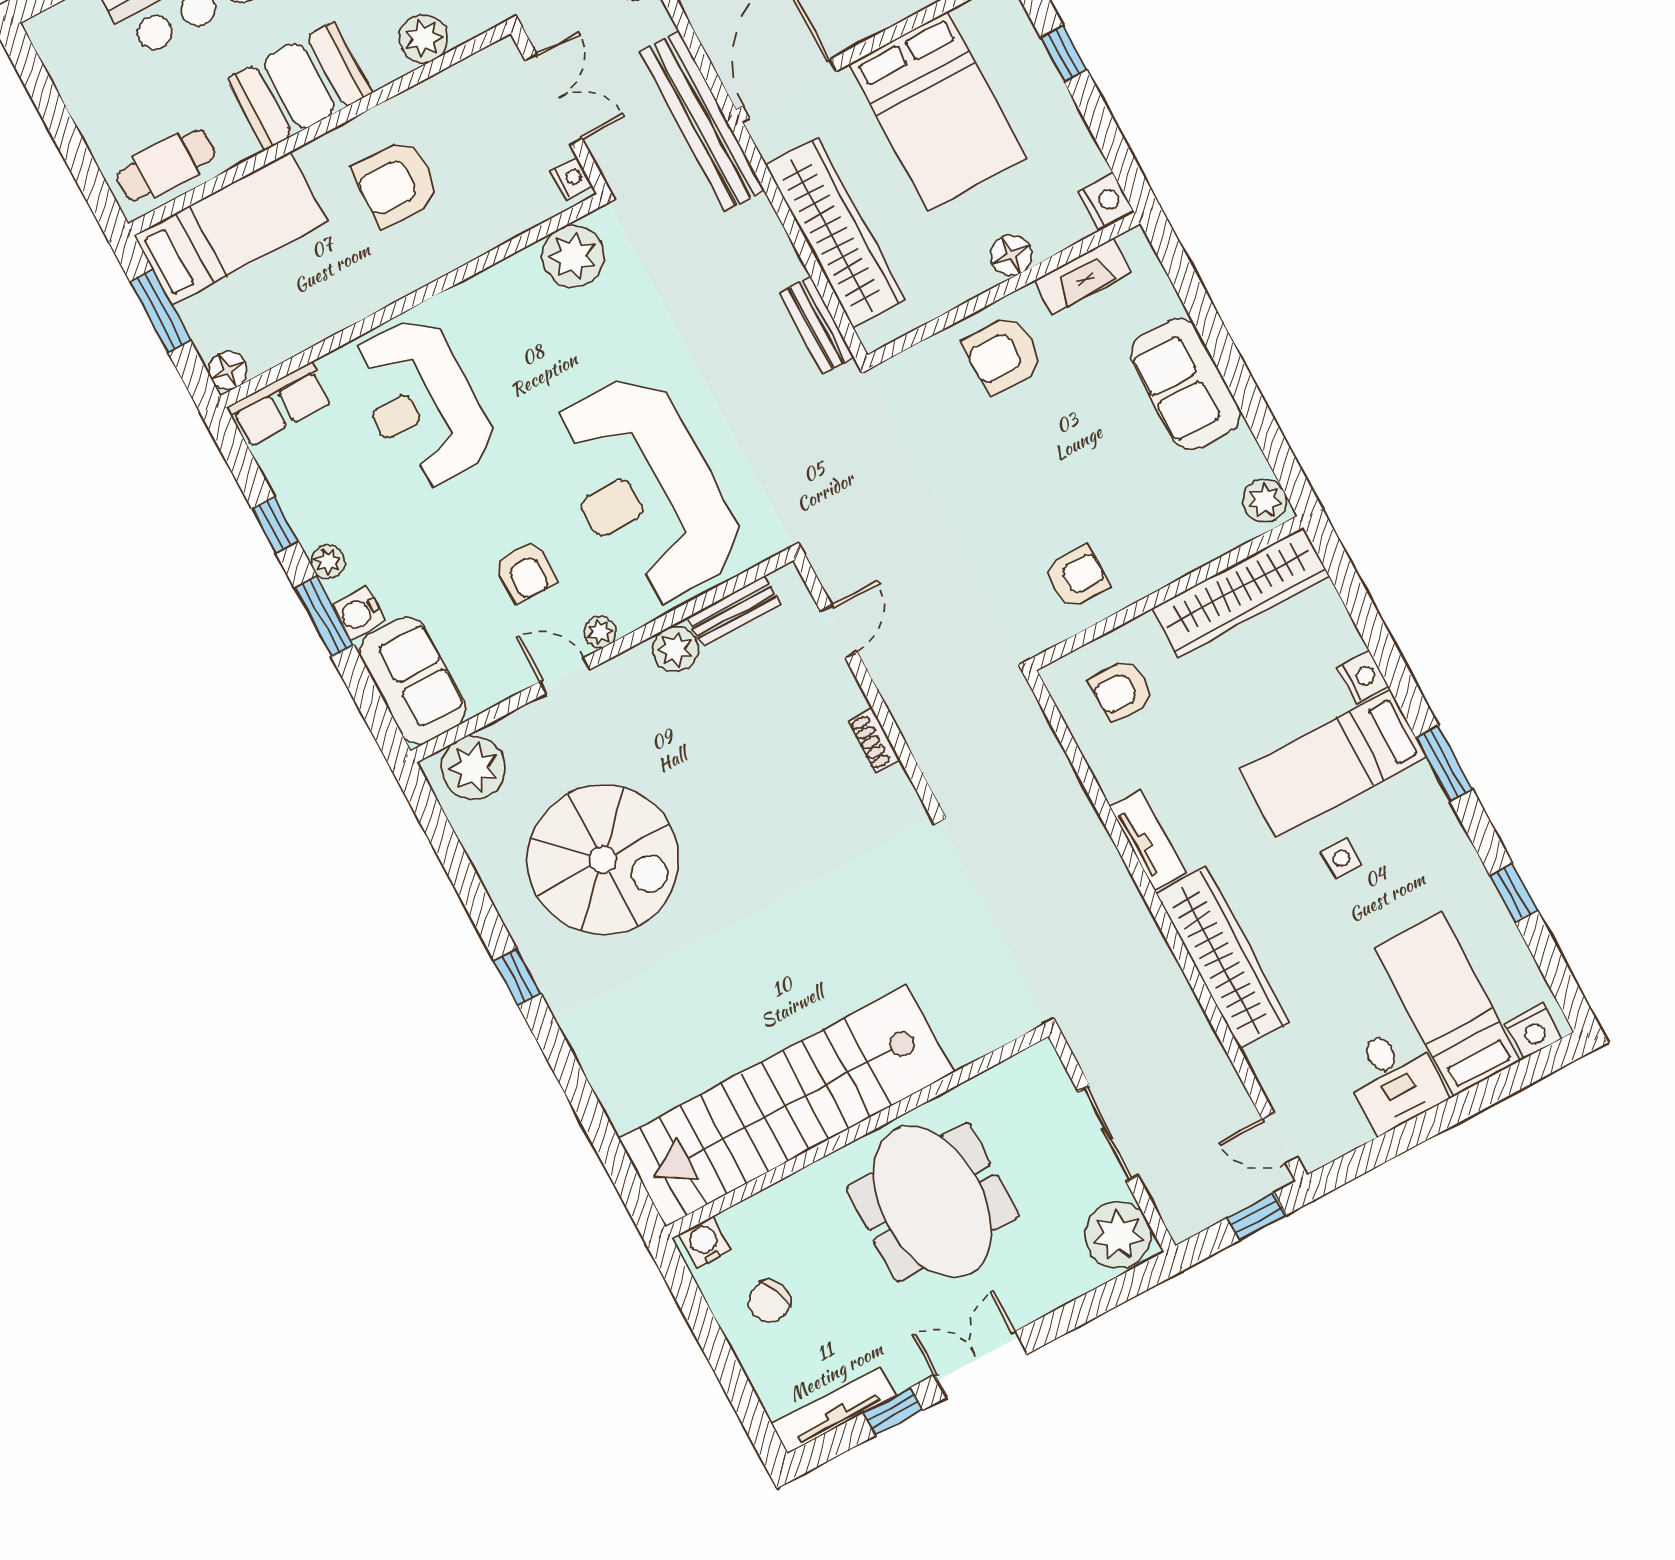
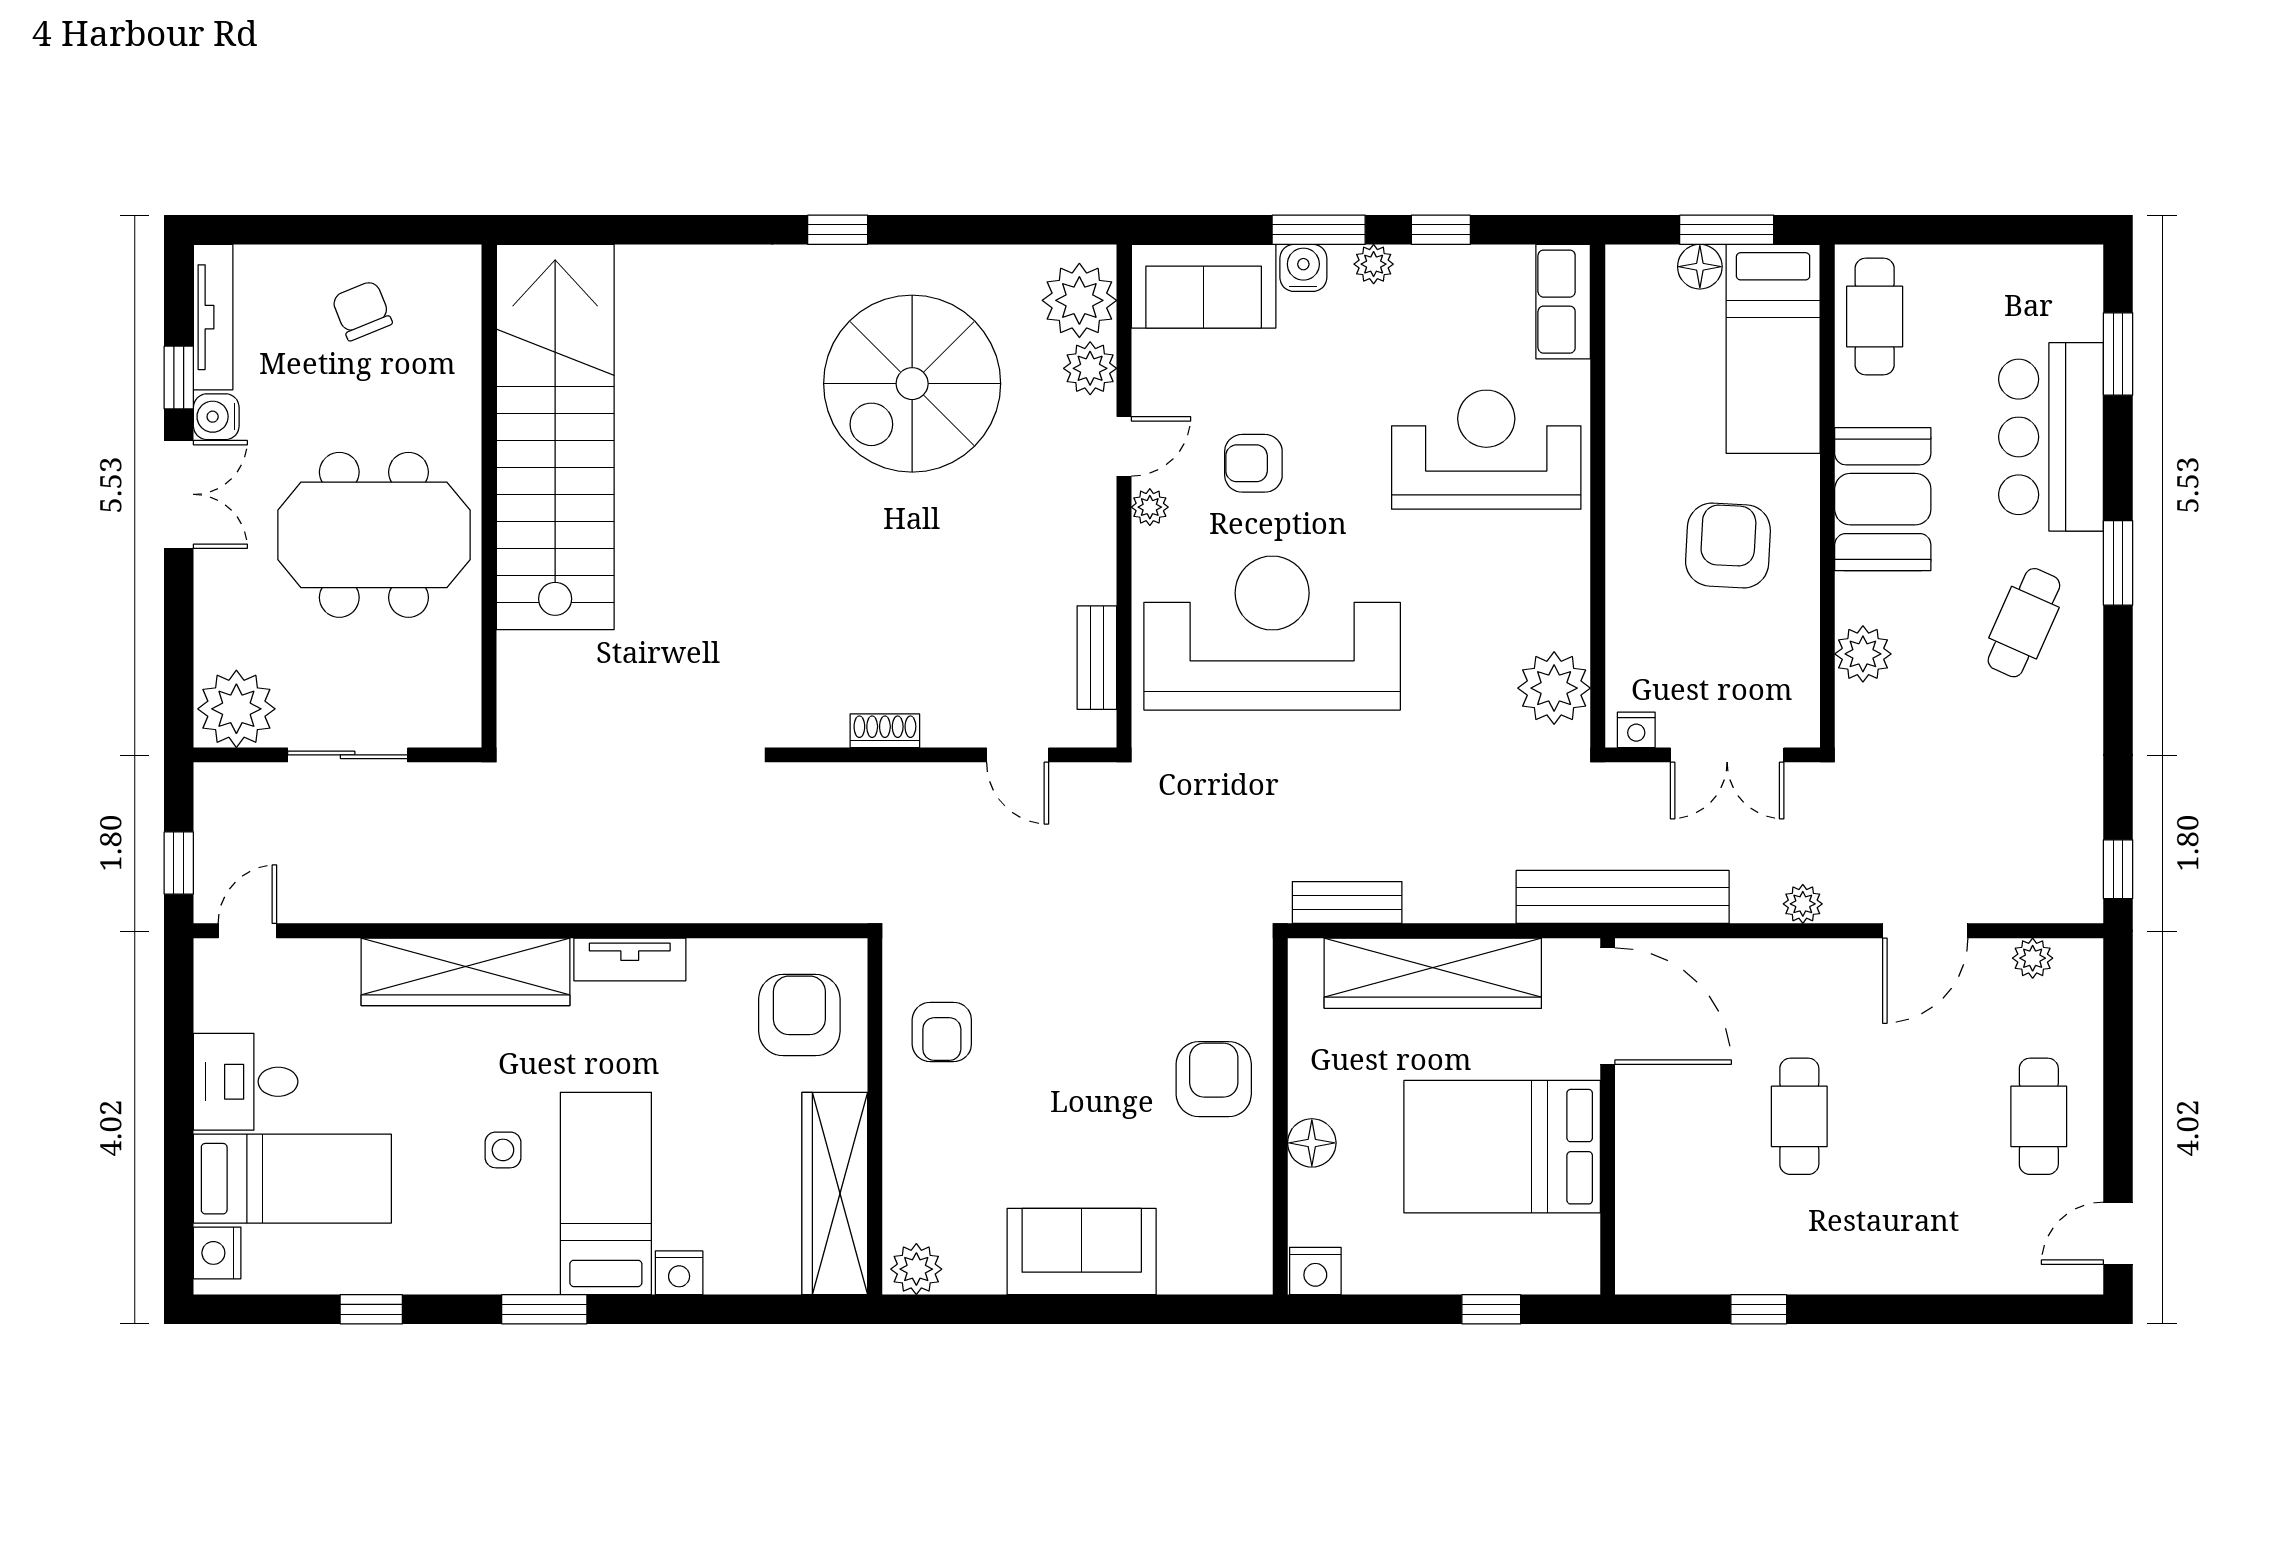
fireplace: (1083, 276) -> (1250, 1205), removed
floor lamp: (228, 371) -> (1700, 267), moved
plant: (675, 649) -> (1090, 368), moved
armchair: (1121, 690) -> (799, 1015), width x1.38, depth x1.38
water cooler: (705, 1242) -> (216, 417), moved, turned 180

